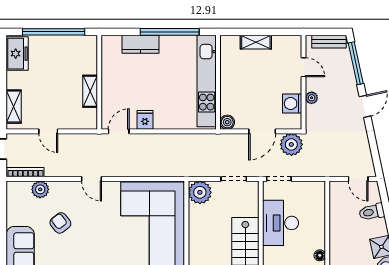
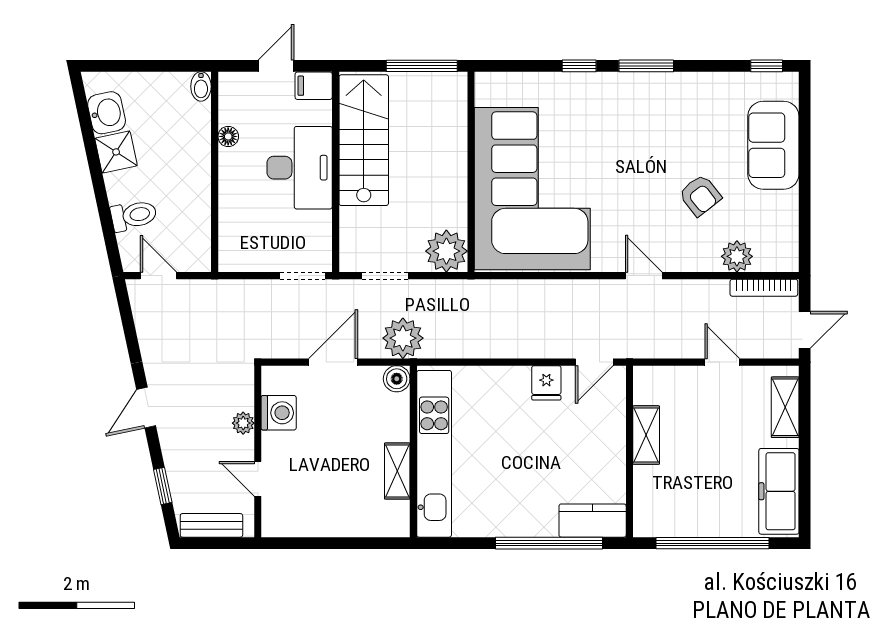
window: (170, 32) -> (549, 543), moved
shelving: (256, 42) -> (397, 471), moved, turned 90
kitchen counter: (141, 44) -> (593, 521), moved
freezer: (17, 54) -> (779, 491), width x1.40
window: (356, 63) -> (163, 486), width x0.46
plant: (291, 144) -> (403, 338), moved
desk: (281, 223) -> (300, 168), moved

